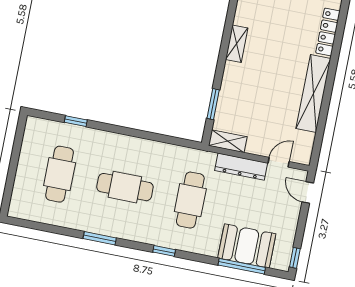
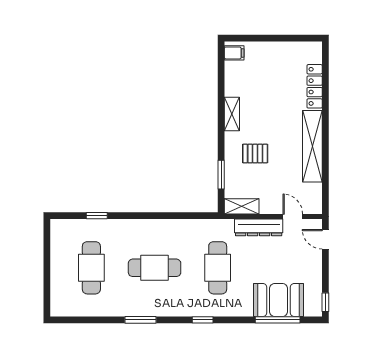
pallet: (253, 89) -> (255, 154), added
door: (279, 162) -> (293, 216), hinge flipped

